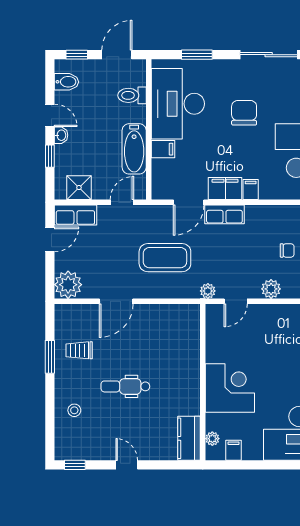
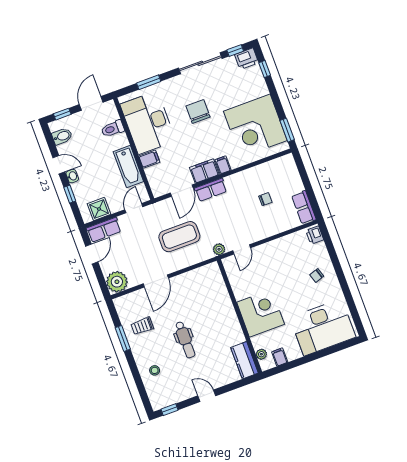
plant: (271, 289) -> (264, 231), removed
dental chair: (125, 386) -> (185, 340), turned -90

